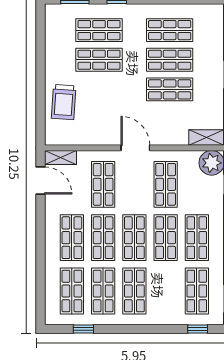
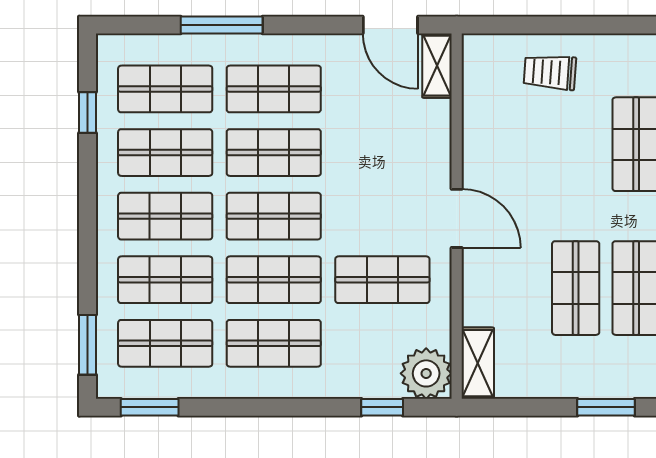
trolley: (64, 102) -> (550, 72), width x0.73, depth x0.72
door: (135, 148) -> (457, 218), hinge flipped
door: (40, 180) -> (390, 25), hinge flipped
shop shelf: (103, 184) -> (165, 280), moved
window: (40, 263) -> (222, 25), added
window: (198, 329) -> (88, 345), width x1.50

